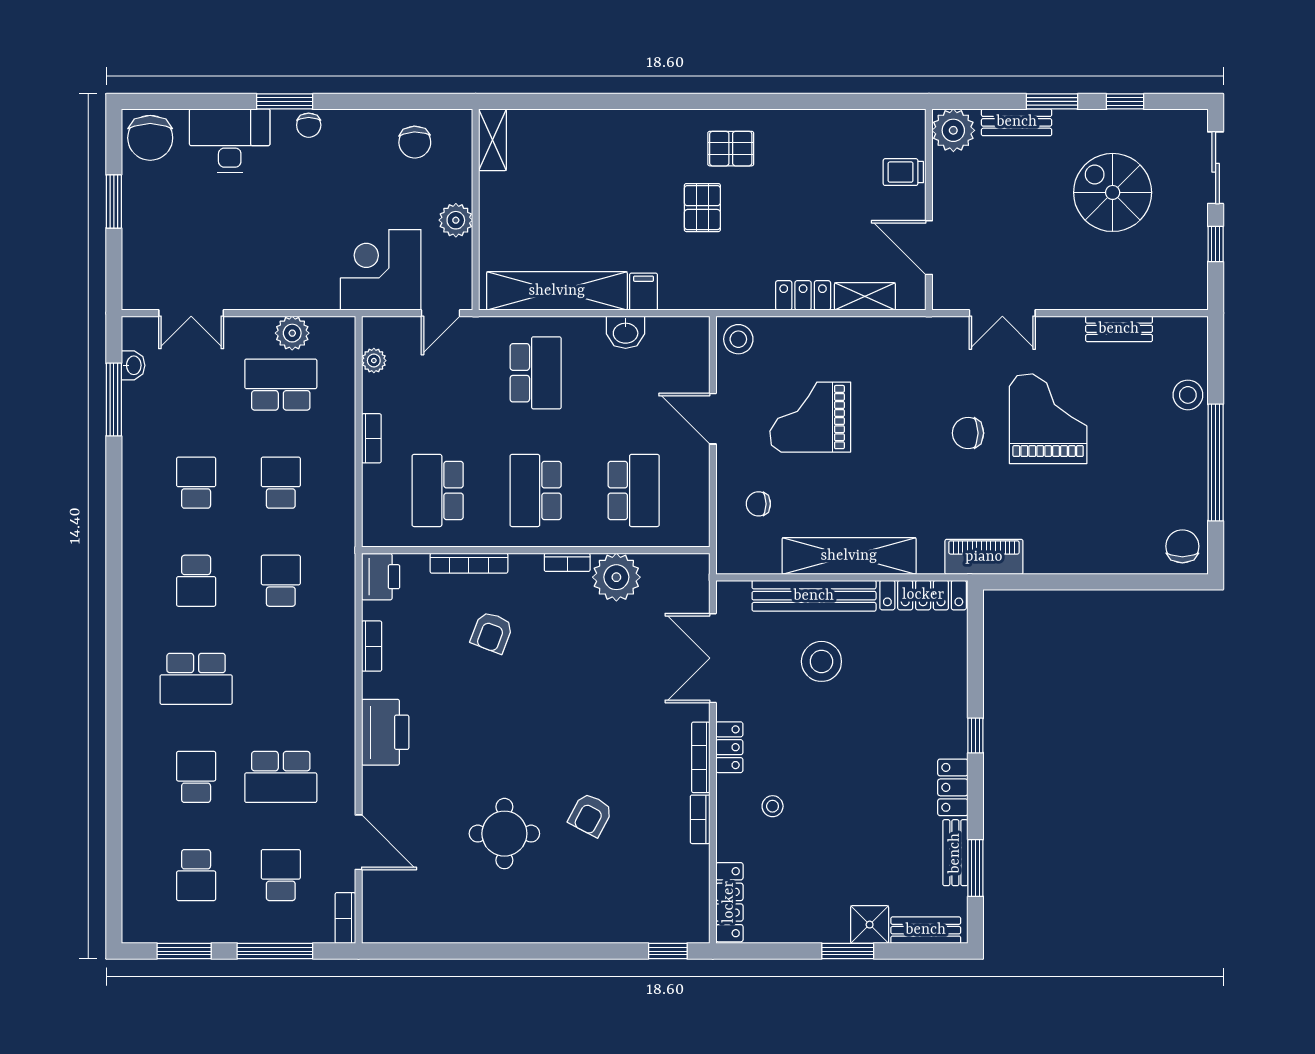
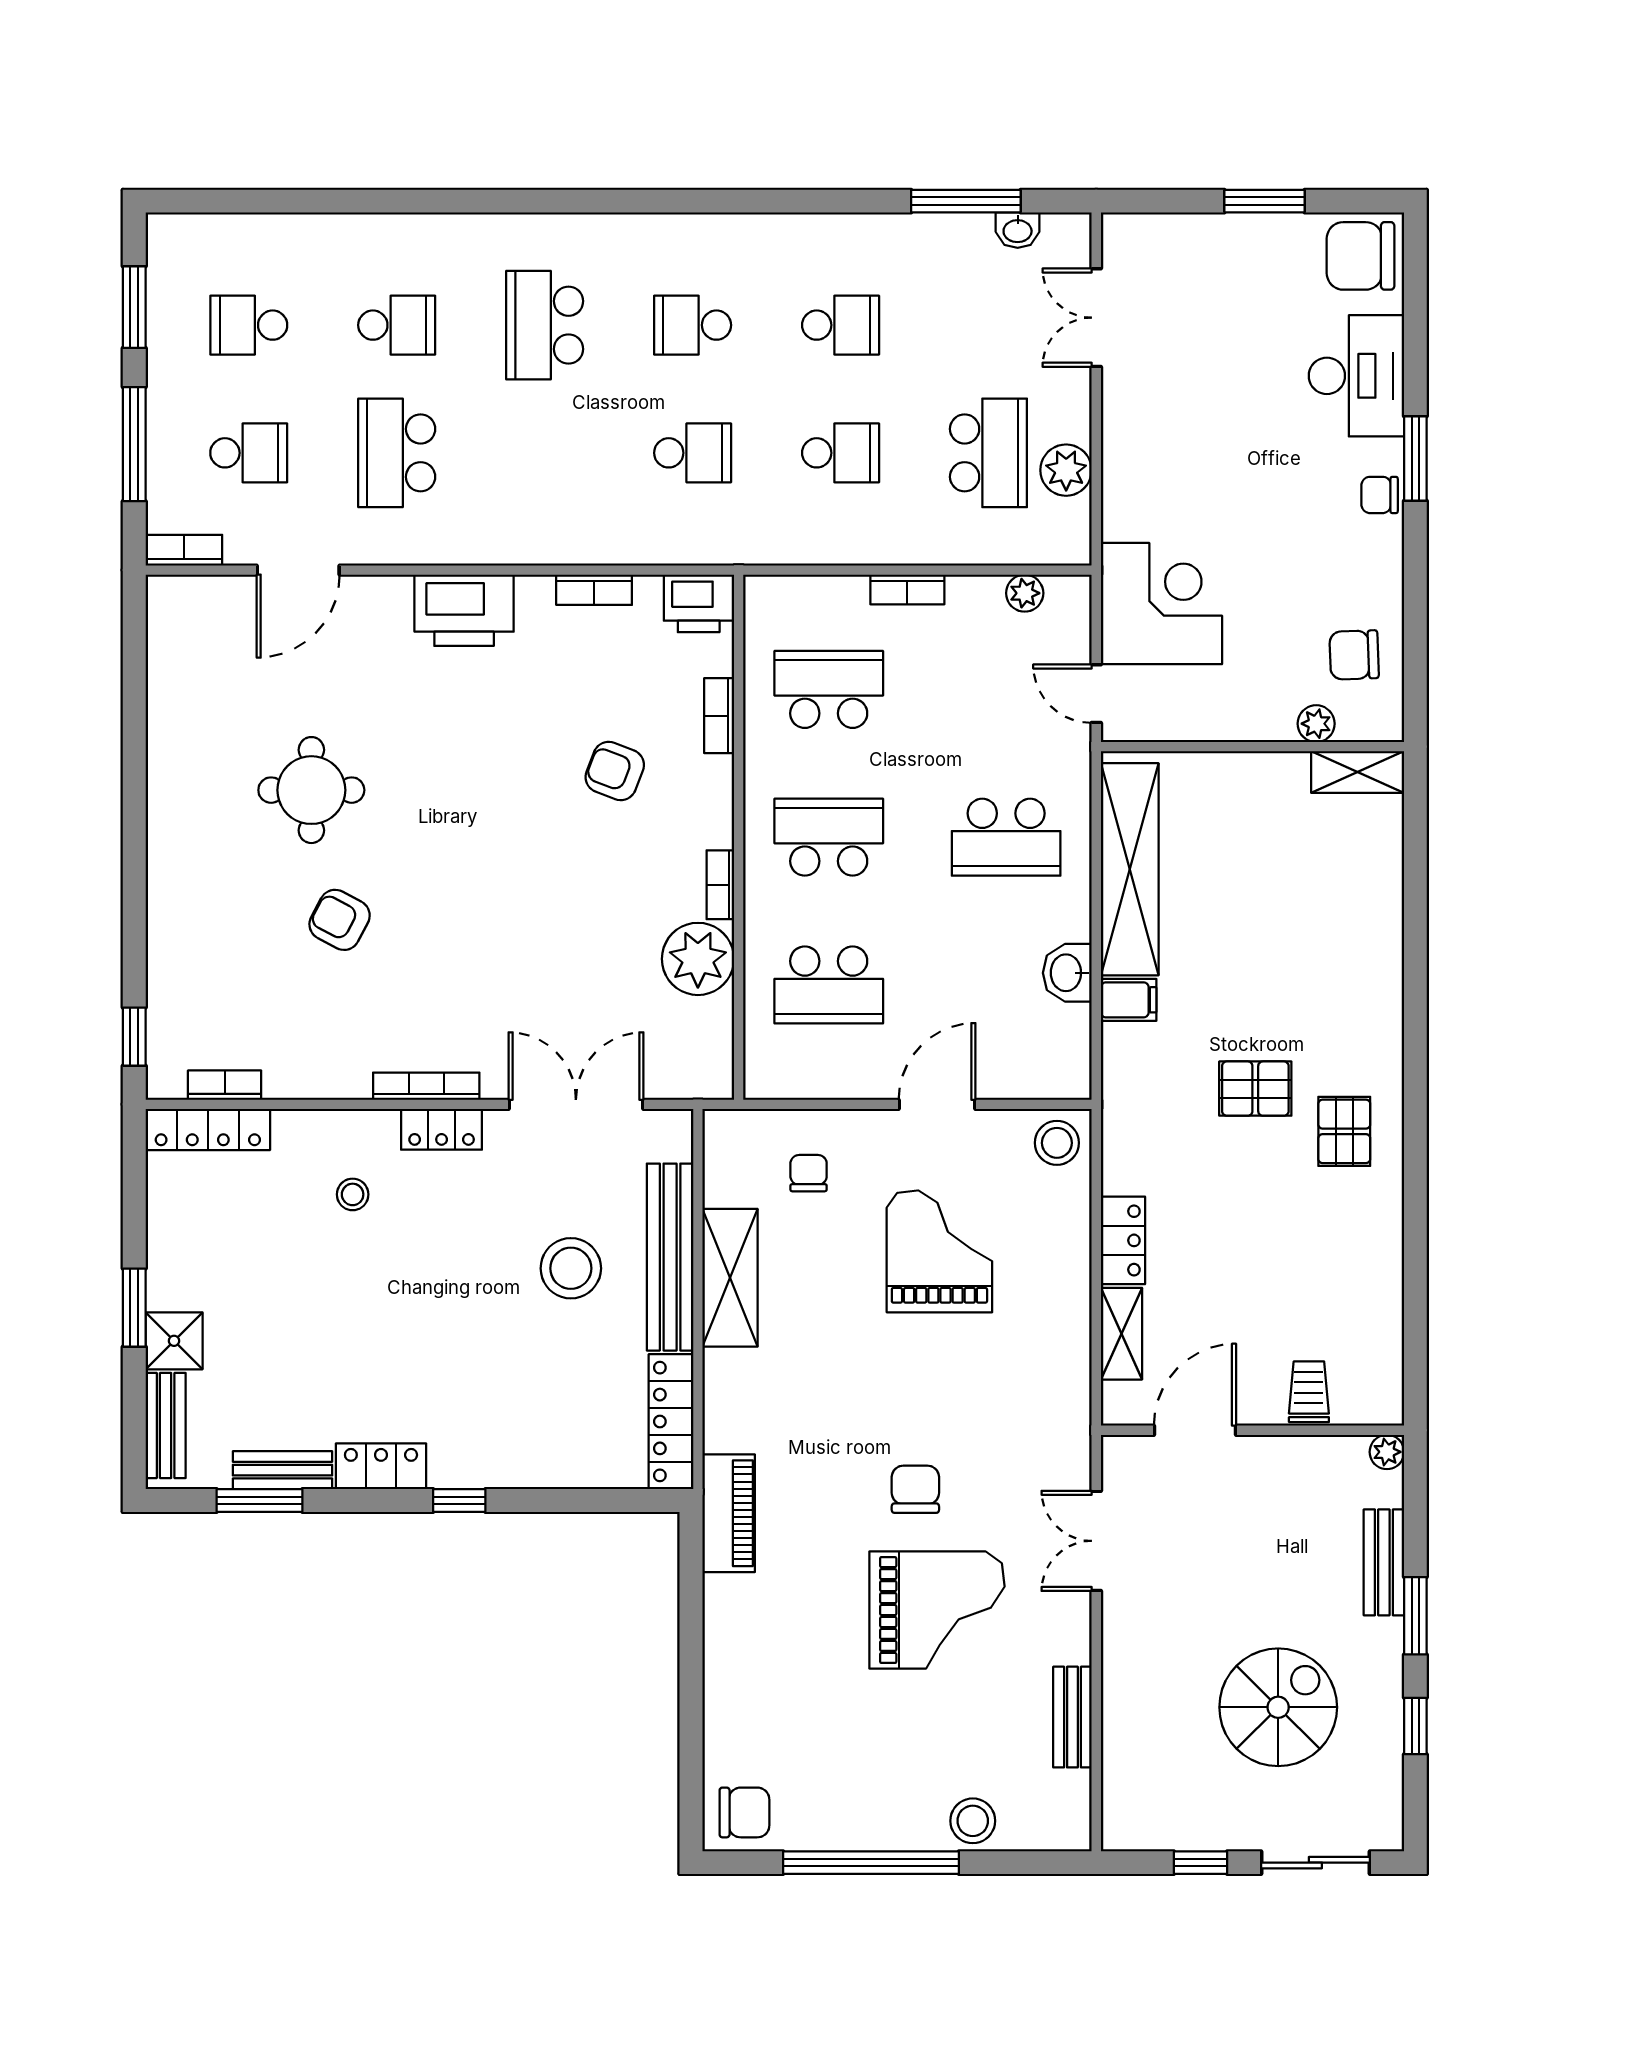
plant: (953, 130) -> (1387, 1452), width x0.53, depth x0.53
plant: (456, 220) -> (1316, 724), moved, width x0.73, depth x0.73
shelving: (849, 556) -> (730, 1278), width x0.68
bookcase: (469, 563) -> (719, 716), width x0.64
bookcase: (700, 819) -> (225, 1085), moved

